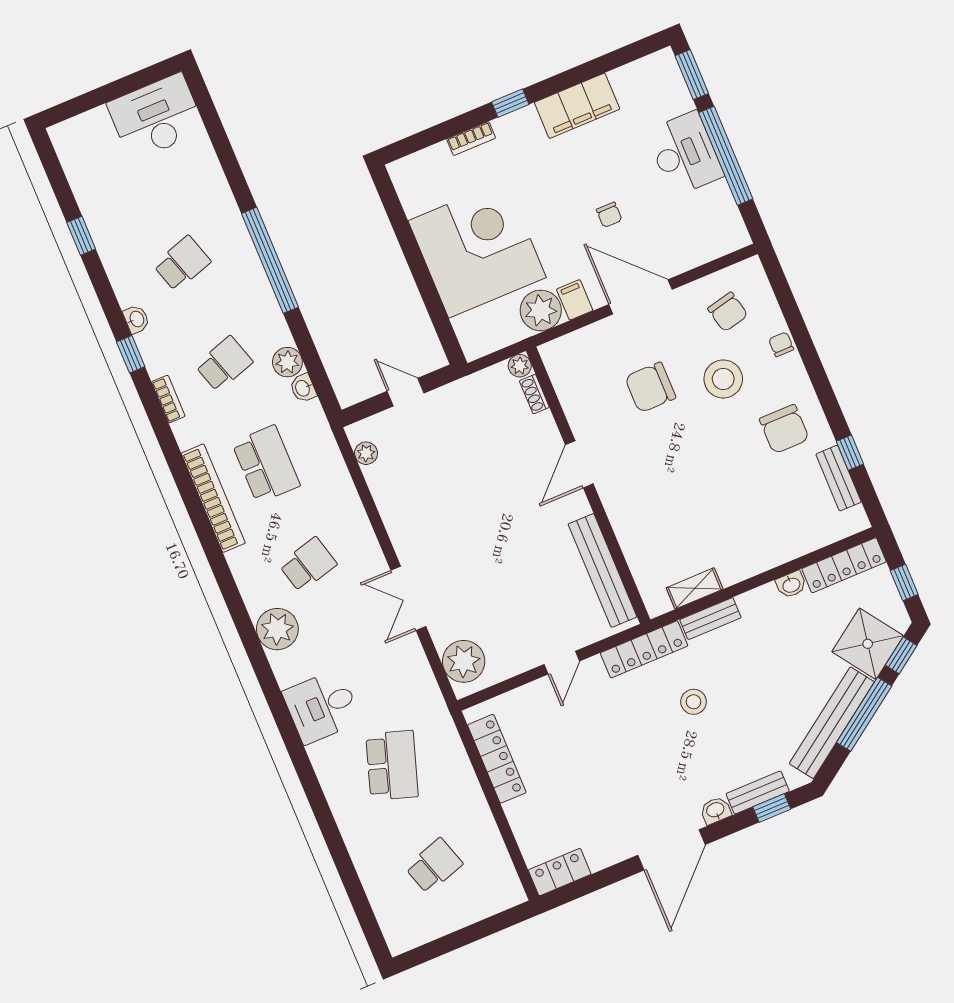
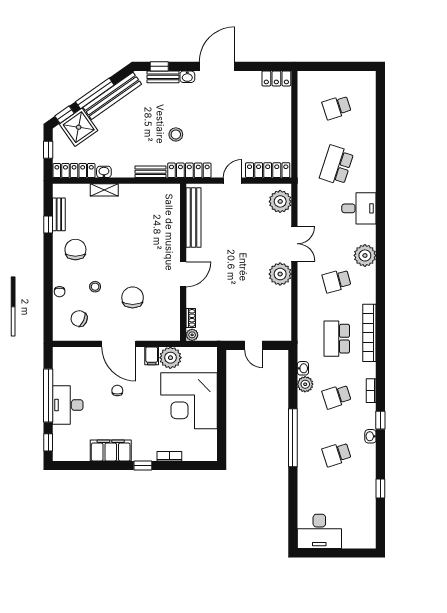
window: (692, 75) -> (48, 442), width x0.67
chair: (728, 312) -> (79, 319), turned -52
stool: (723, 379) -> (95, 287), width x0.53, depth x0.53
chair: (650, 387) -> (133, 297), turned -90
plant: (366, 453) -> (280, 274), moved, width x1.88, depth x1.88
shelving: (695, 588) -> (104, 190), moved
locker: (497, 759) -> (268, 170), moved, turned 90

